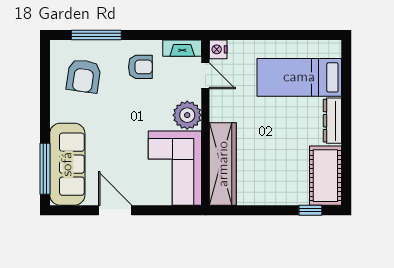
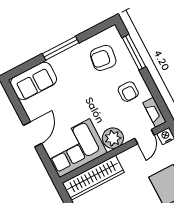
sofa: (67, 164) -> (34, 81), width x0.73
window: (45, 169) -> (61, 48), moved
door: (115, 210) -> (33, 134), moved

